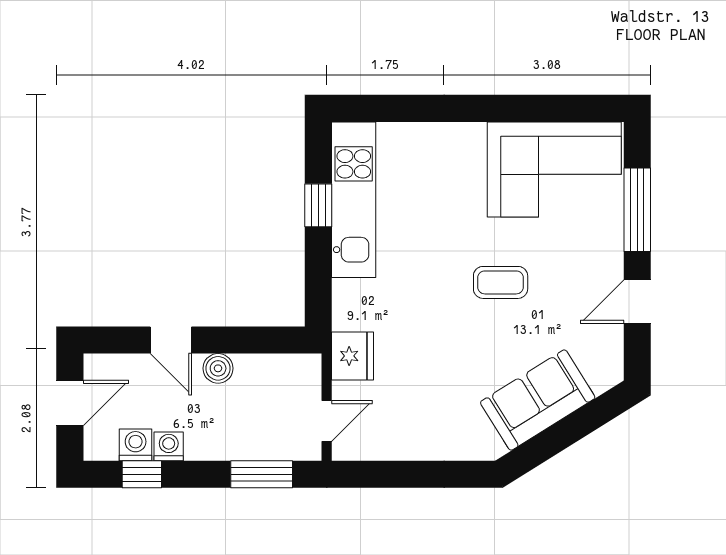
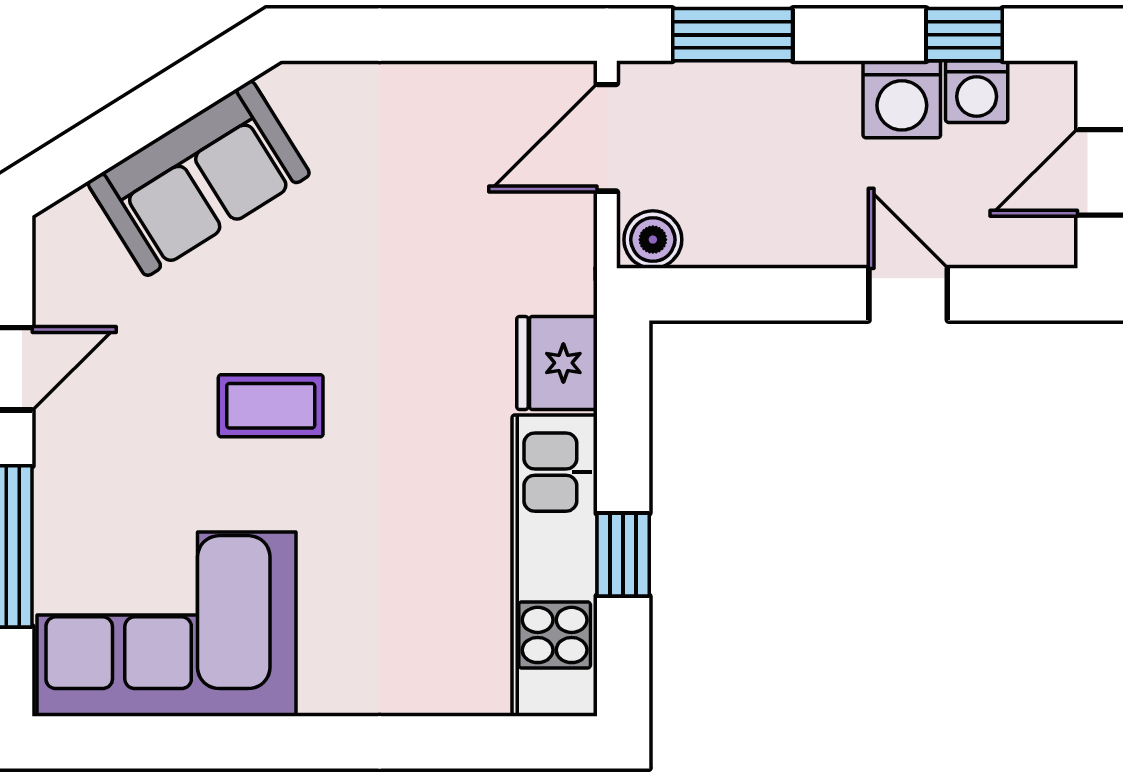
fridge: (352, 356) -> (557, 363), moved
boiler: (218, 368) -> (653, 240), moved
door: (327, 421) -> (607, 138), width x1.37
washing machine: (169, 446) -> (902, 99), width x1.38, depth x1.38

